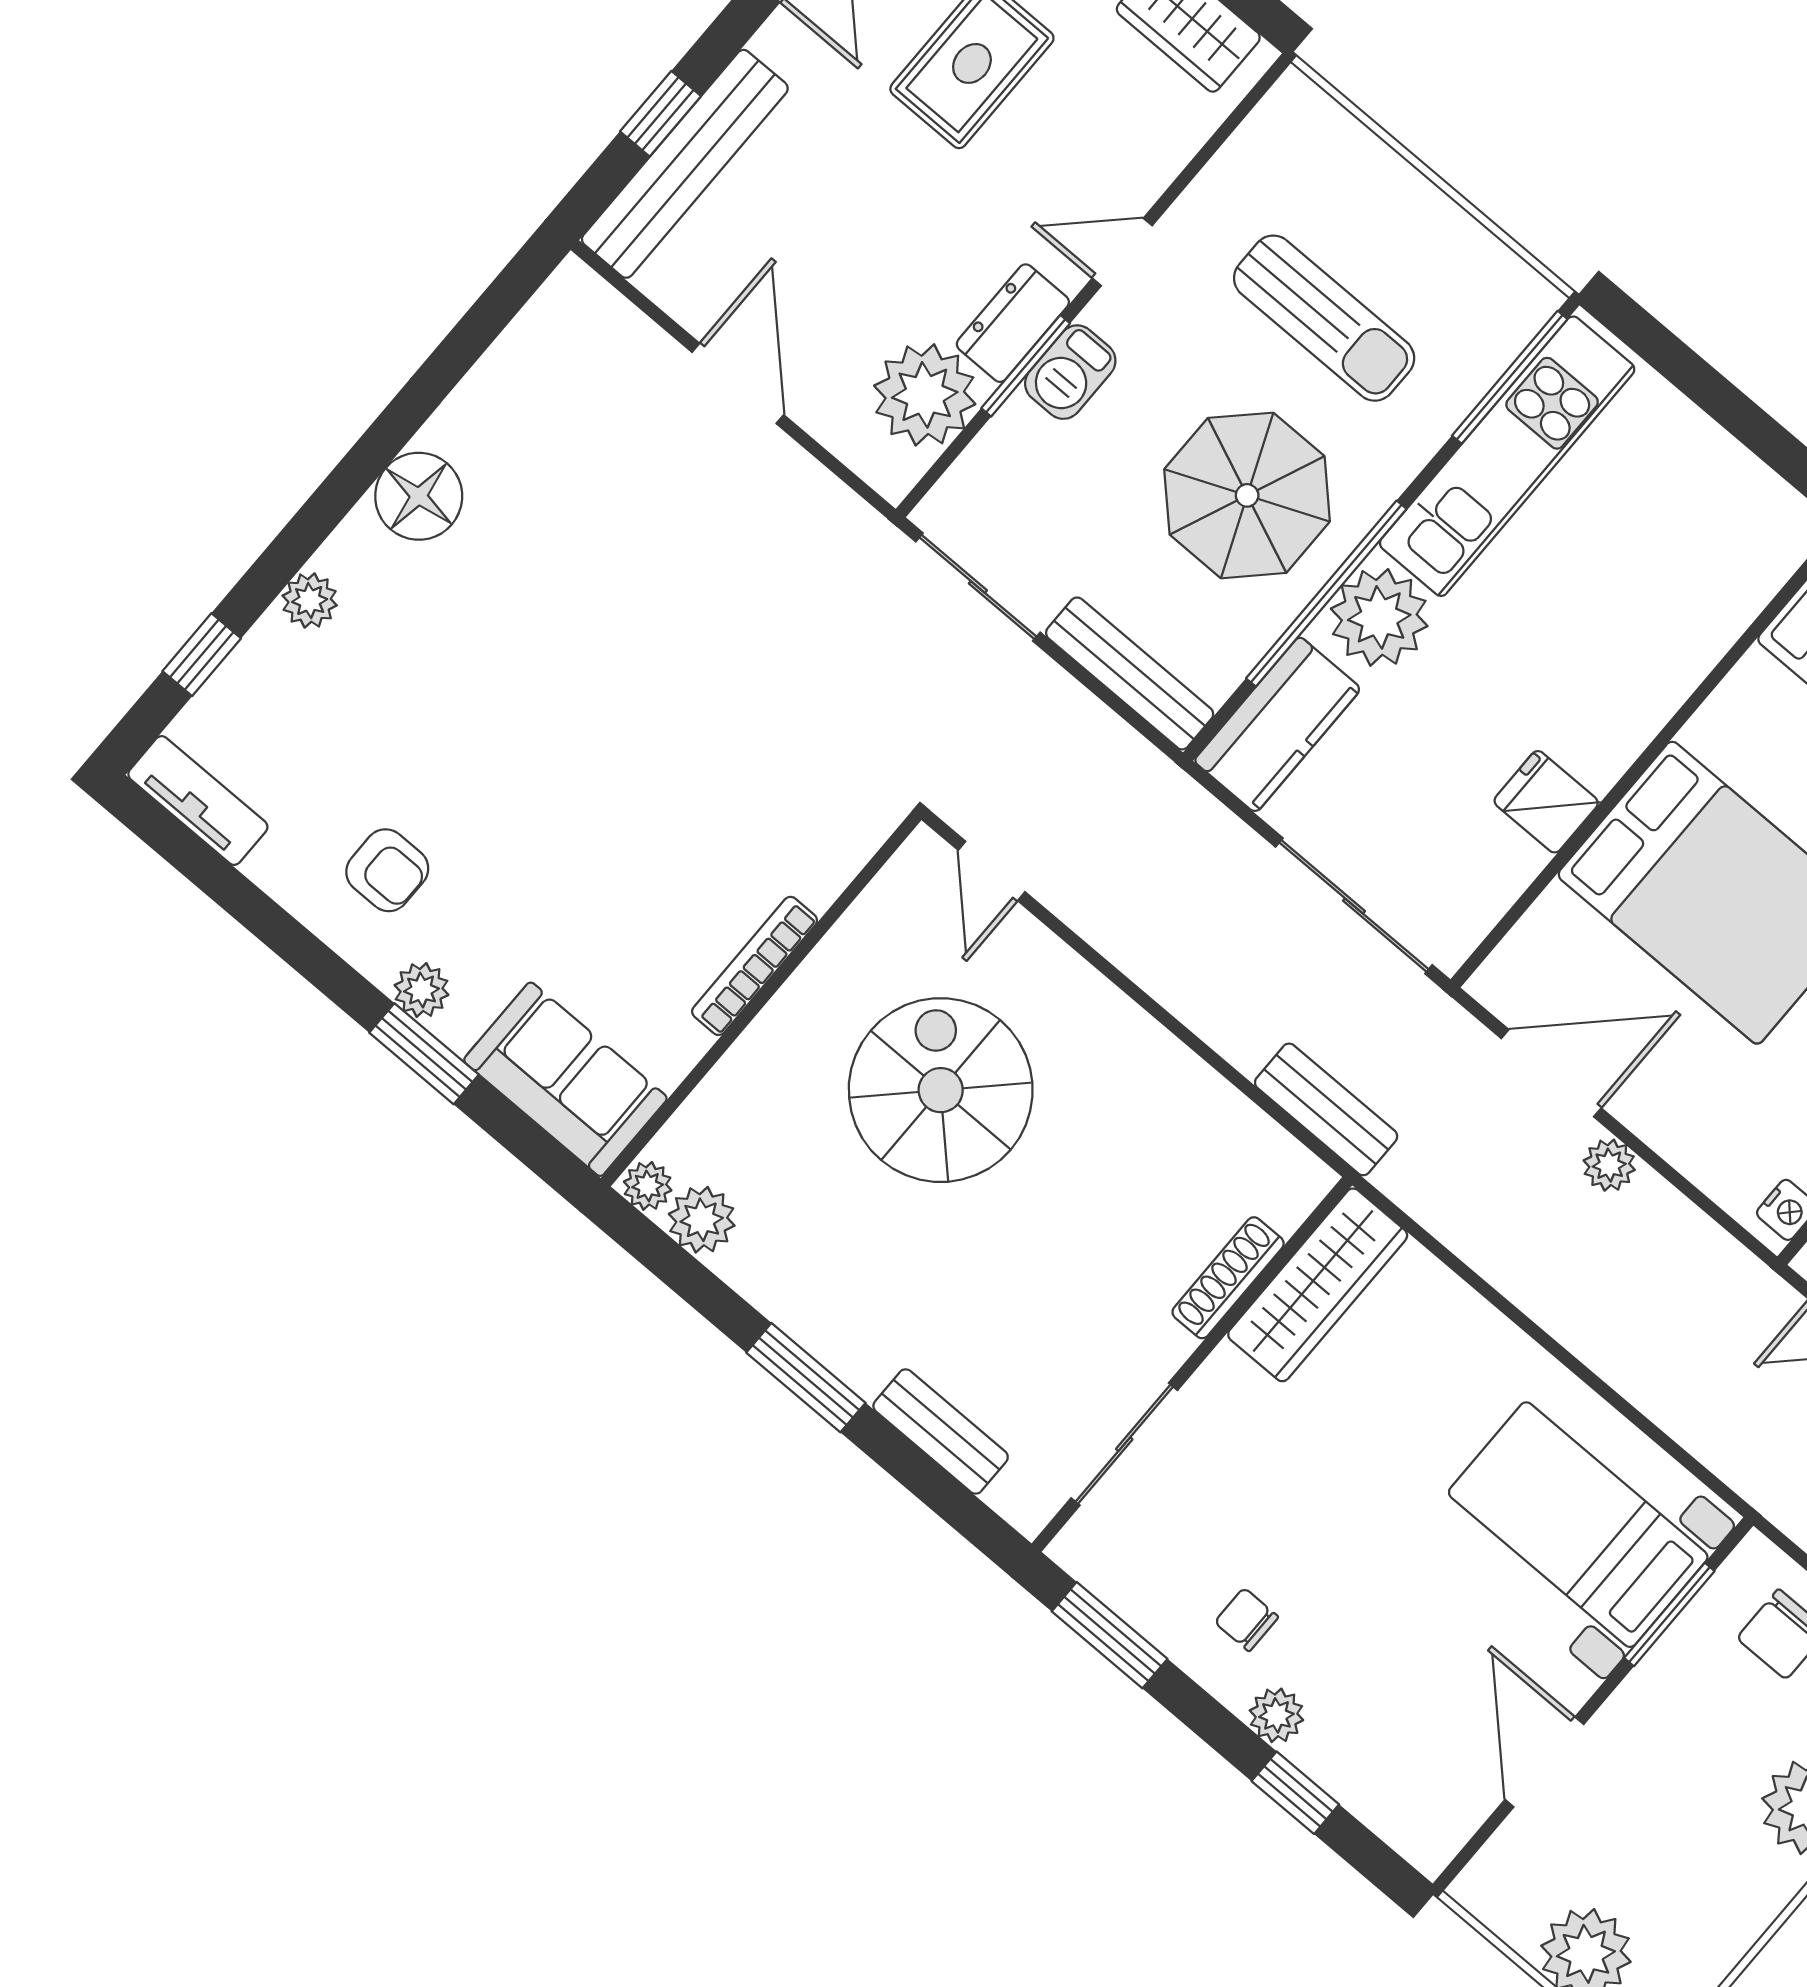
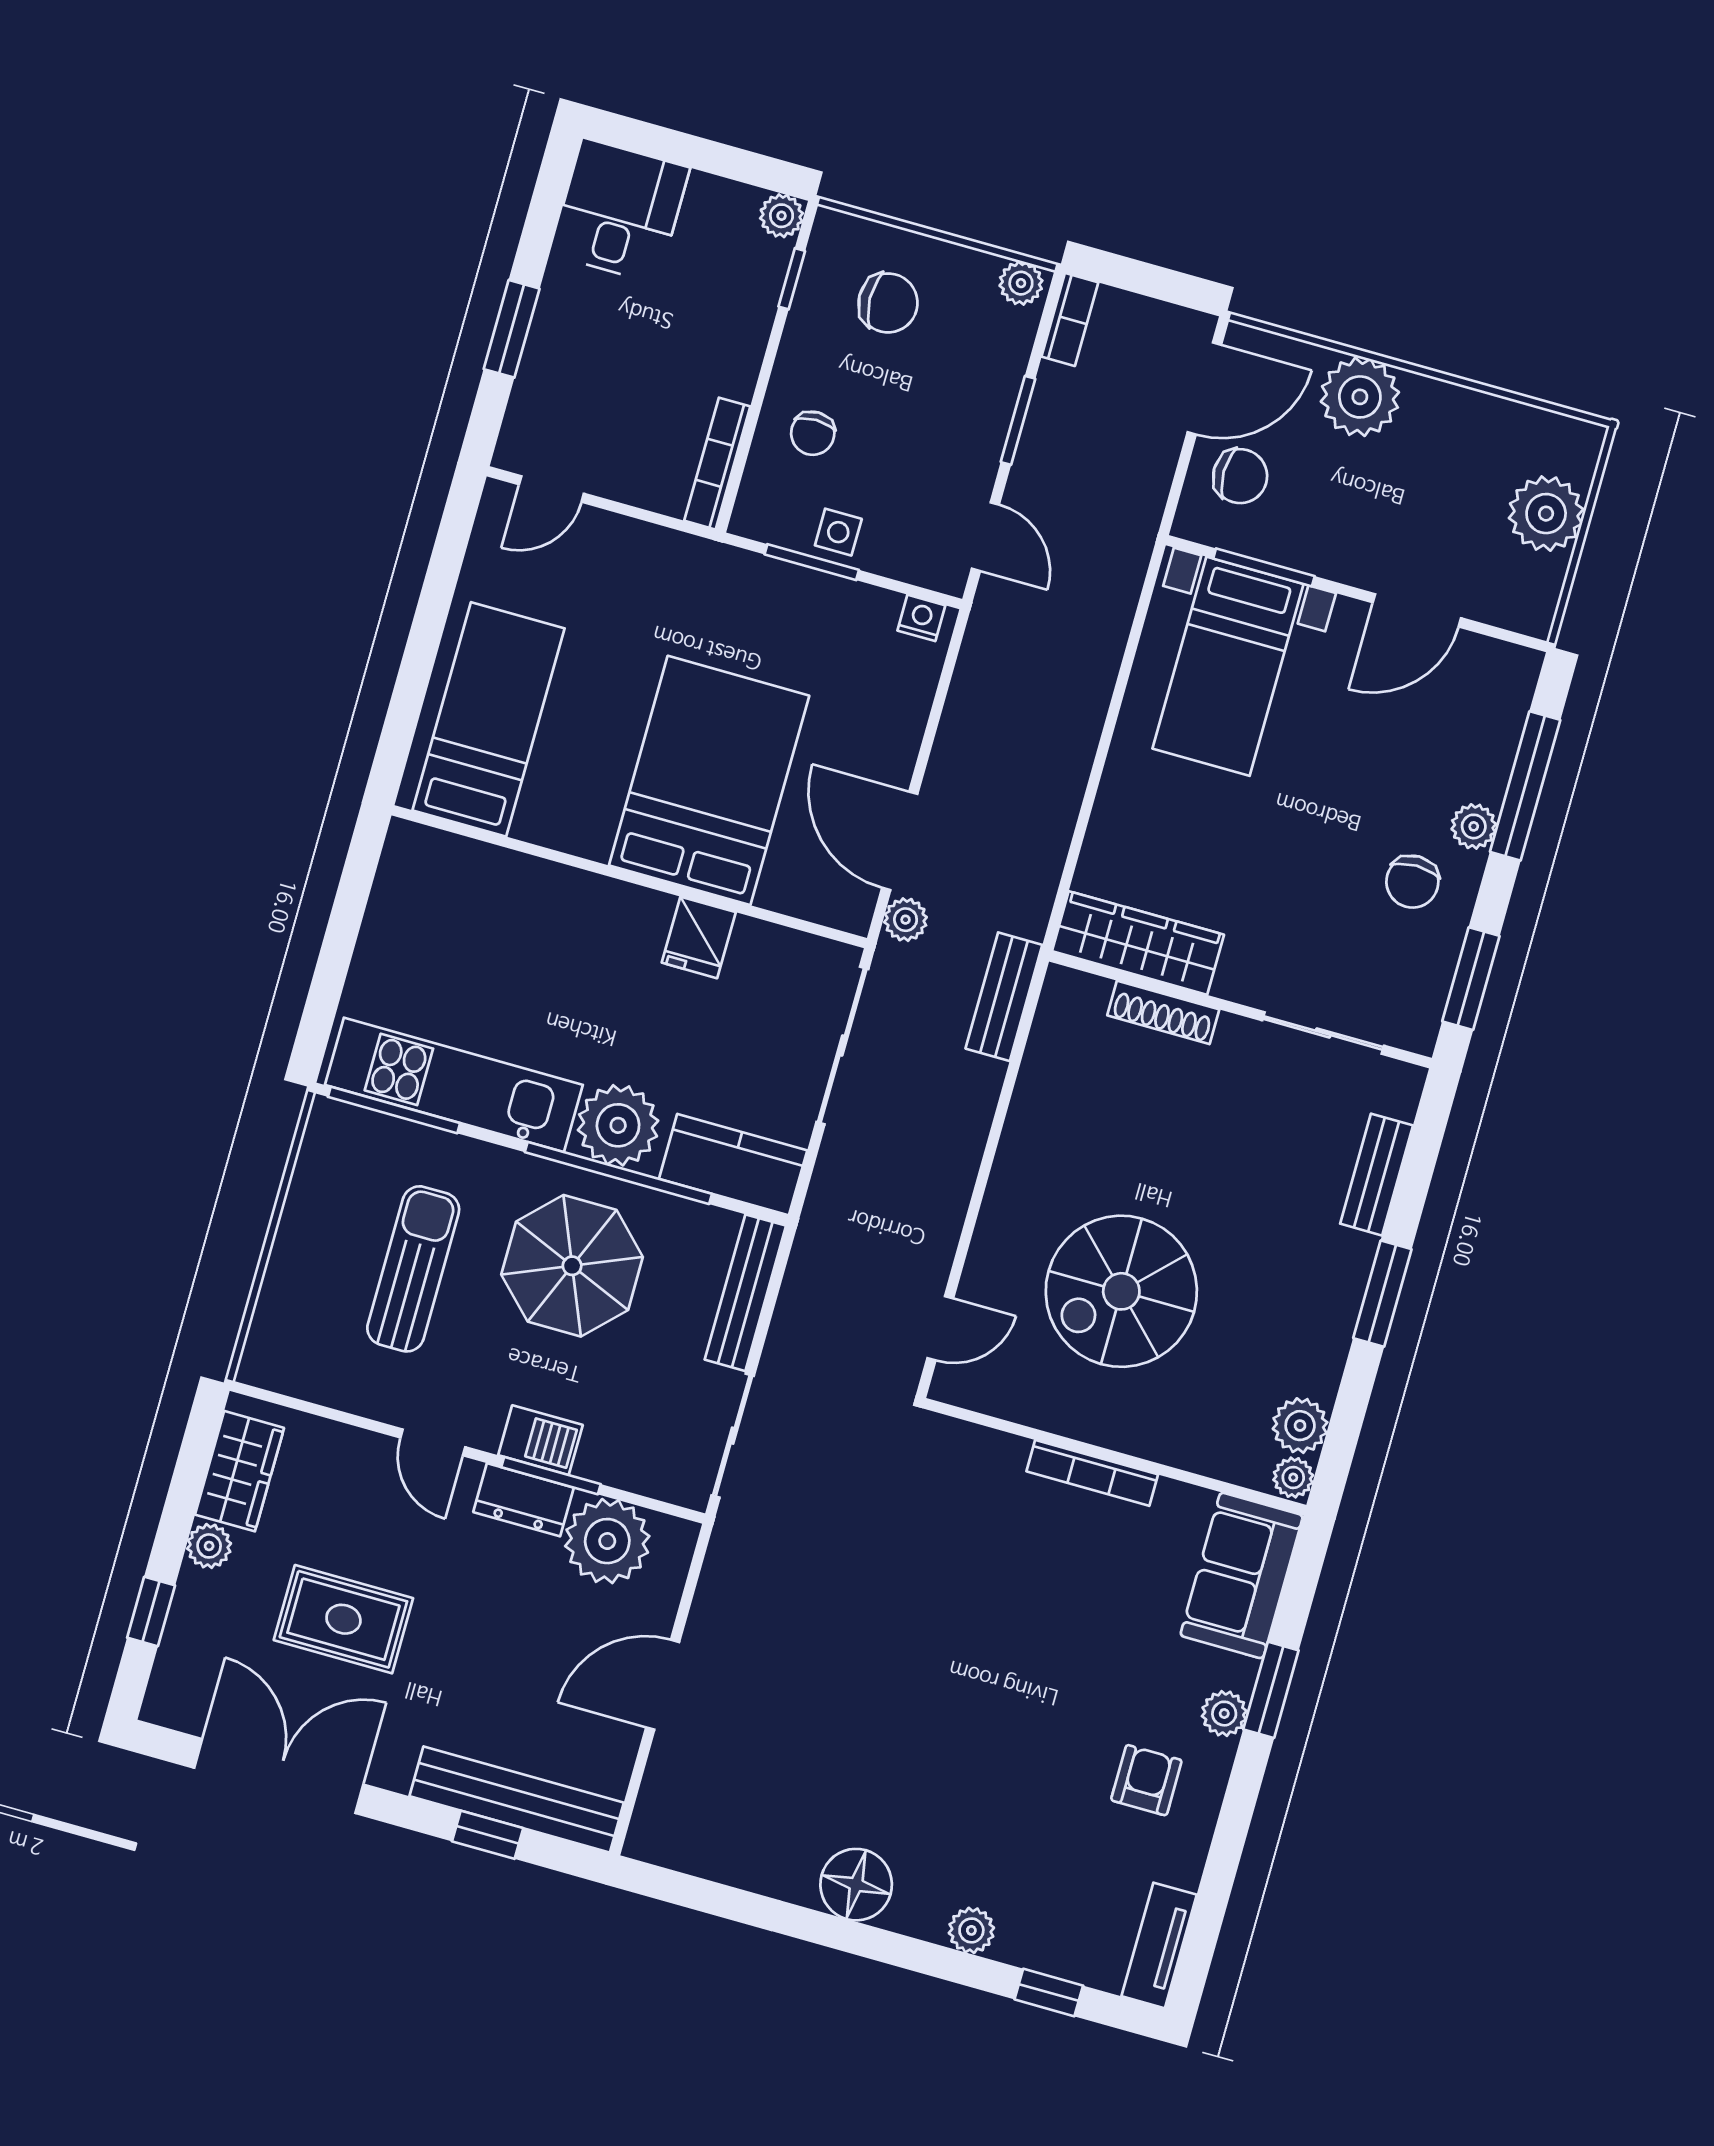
plant: (1609, 1165) -> (906, 920), moved
chair: (1246, 1620) -> (1412, 882), width x1.37, depth x1.37
window: (1295, 1793) -> (1525, 786), width x2.17

